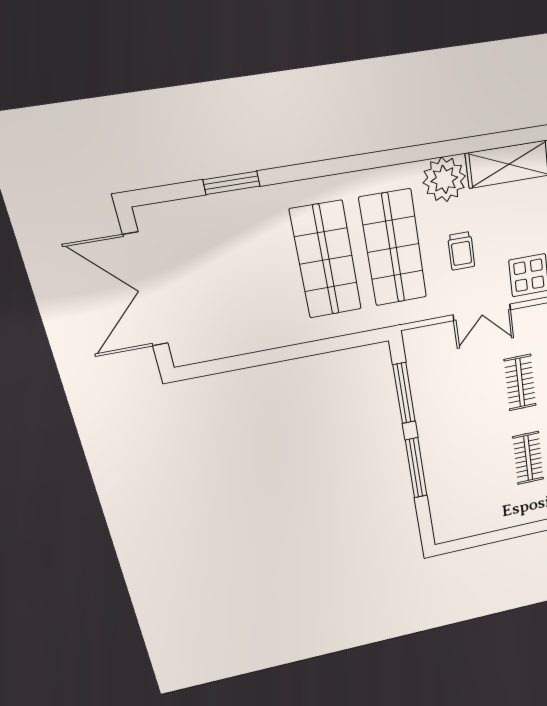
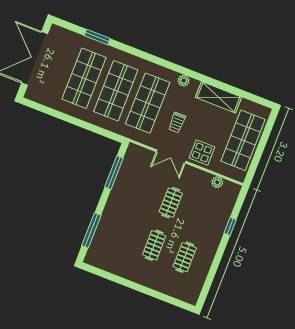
plant: (444, 179) -> (184, 81), width x0.53, depth x0.53
shop shelf: (257, 272) -> (84, 78), added
window: (416, 468) -> (91, 230), moved

